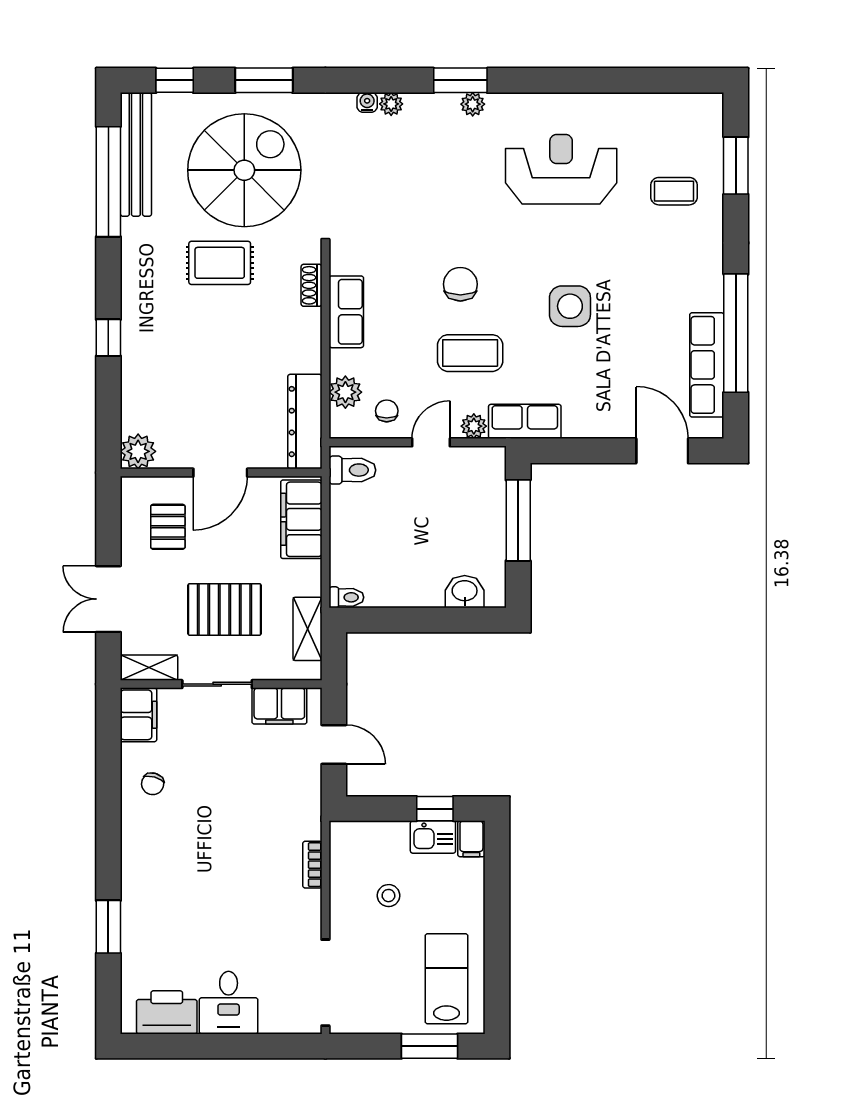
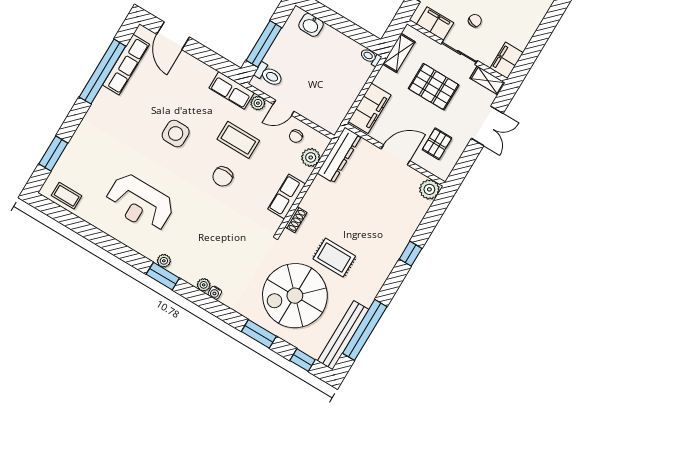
coffee table: (674, 191) -> (67, 196), moved
toilet: (352, 470) -> (269, 75), moved, turned 180
chair: (153, 784) -> (475, 21), moved

